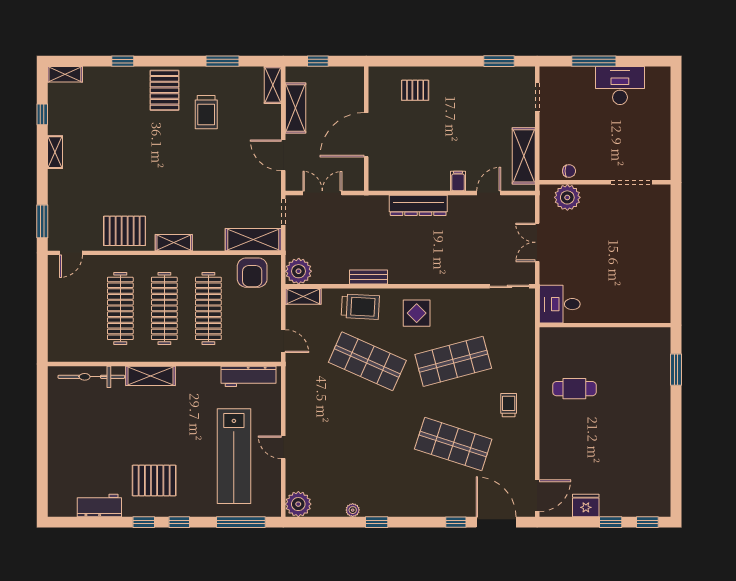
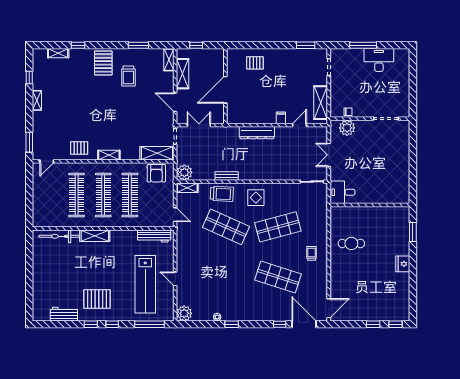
shelving: (65, 74) -> (58, 53), moved
pallet: (125, 231) -> (79, 148), width x0.67, depth x0.71
fridge: (586, 506) -> (403, 264), moved, turned -90

